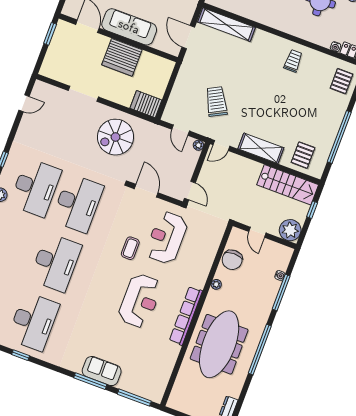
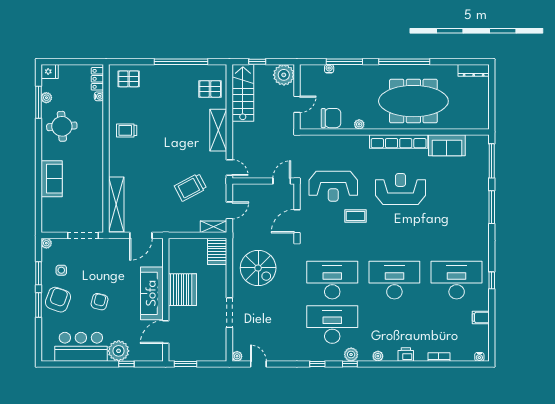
shelving: (171, 109) -> (213, 227), added
plant: (198, 145) -> (237, 356), moved
sofa: (102, 371) -> (447, 145), moved, turned -90

